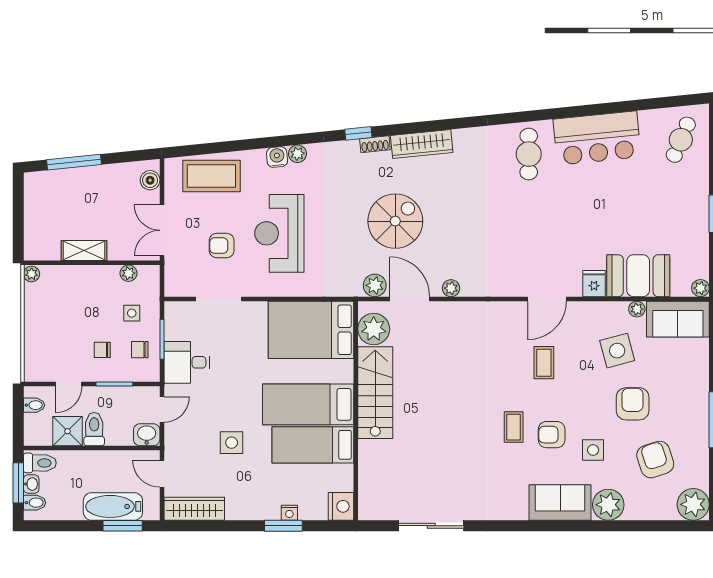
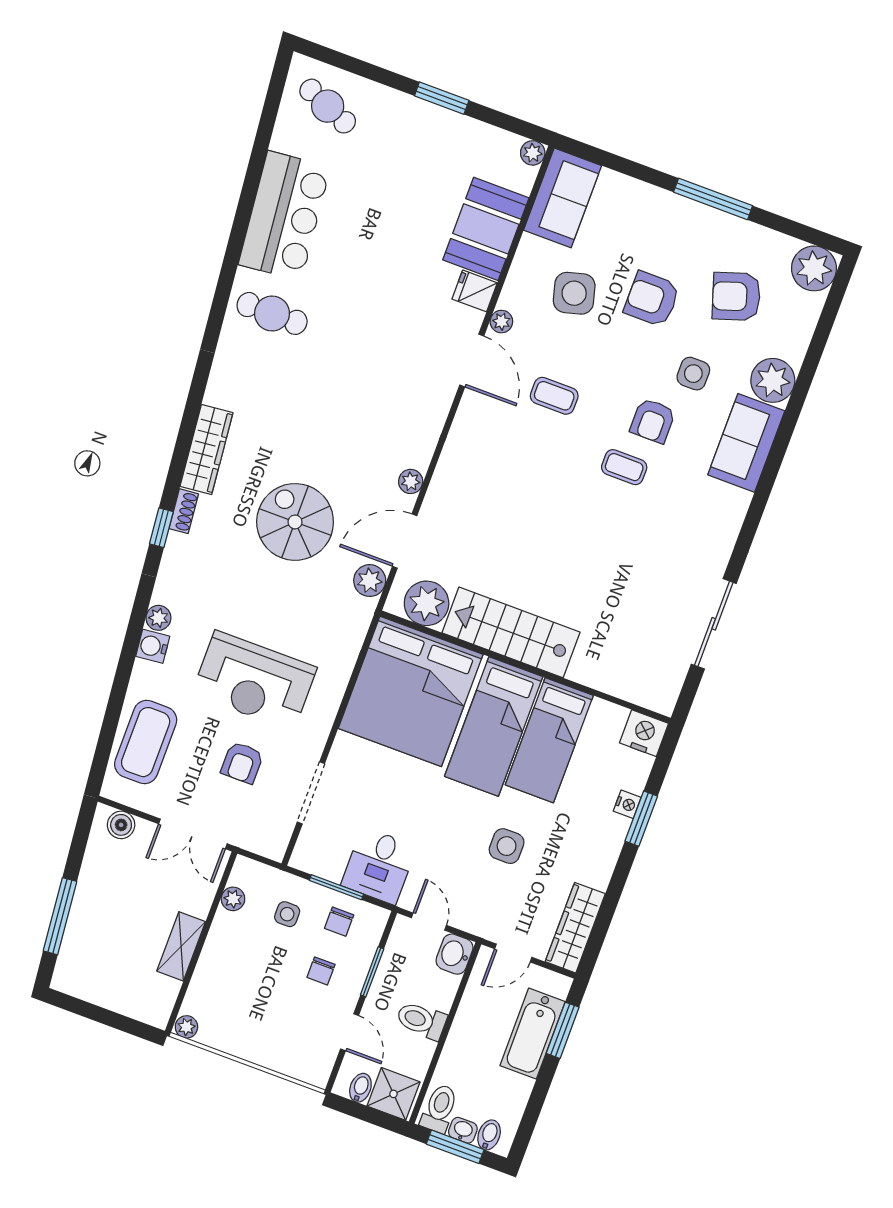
plant: (637, 309) -> (501, 322), moved
bed: (311, 330) -> (411, 691), width x1.36
shower: (68, 431) -> (393, 1094), moved

